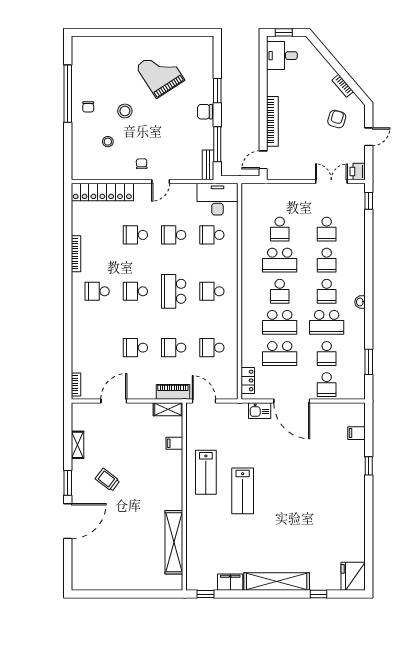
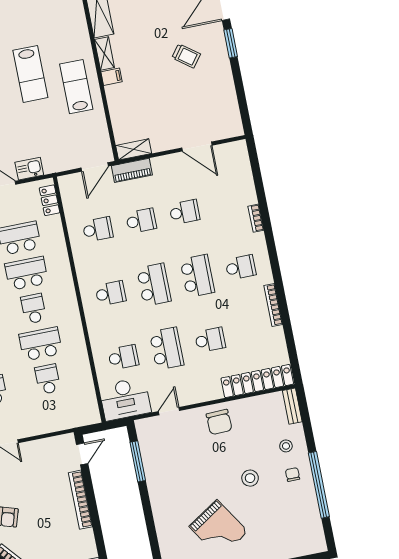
window: (217, 91) -> (150, 522), removed
chair: (205, 112) -> (159, 495), removed
stool: (108, 142) -> (286, 446), moved
chair: (142, 164) -> (219, 422), width x1.87, depth x1.87
bench: (208, 165) -> (292, 406), moved
door: (161, 182) -> (169, 411), moved
school desk: (174, 235) -> (167, 349), width x1.85
school desk: (135, 291) -> (197, 276), width x1.85
bookcase: (76, 385) -> (256, 218), moved
door: (114, 401) -> (197, 147), hinge flipped
door: (204, 401) -> (95, 167), hinge flipped
filing cabinet: (174, 443) -> (111, 77), moved
shelving: (77, 445) -> (104, 53), moved
lab bench: (243, 491) -> (30, 74), turned 180

